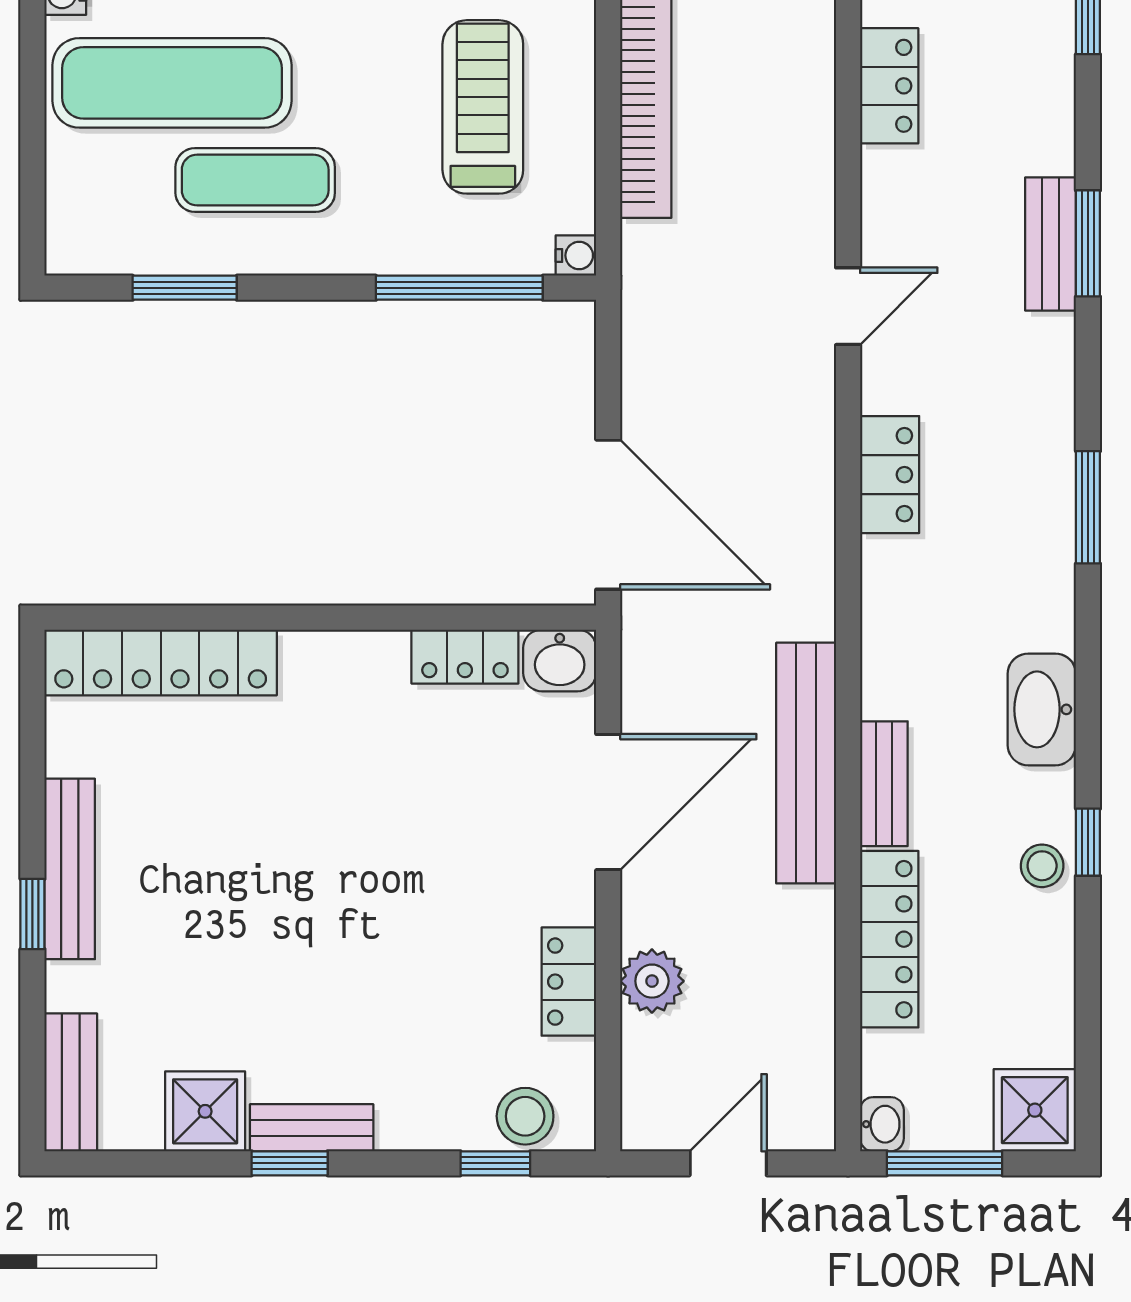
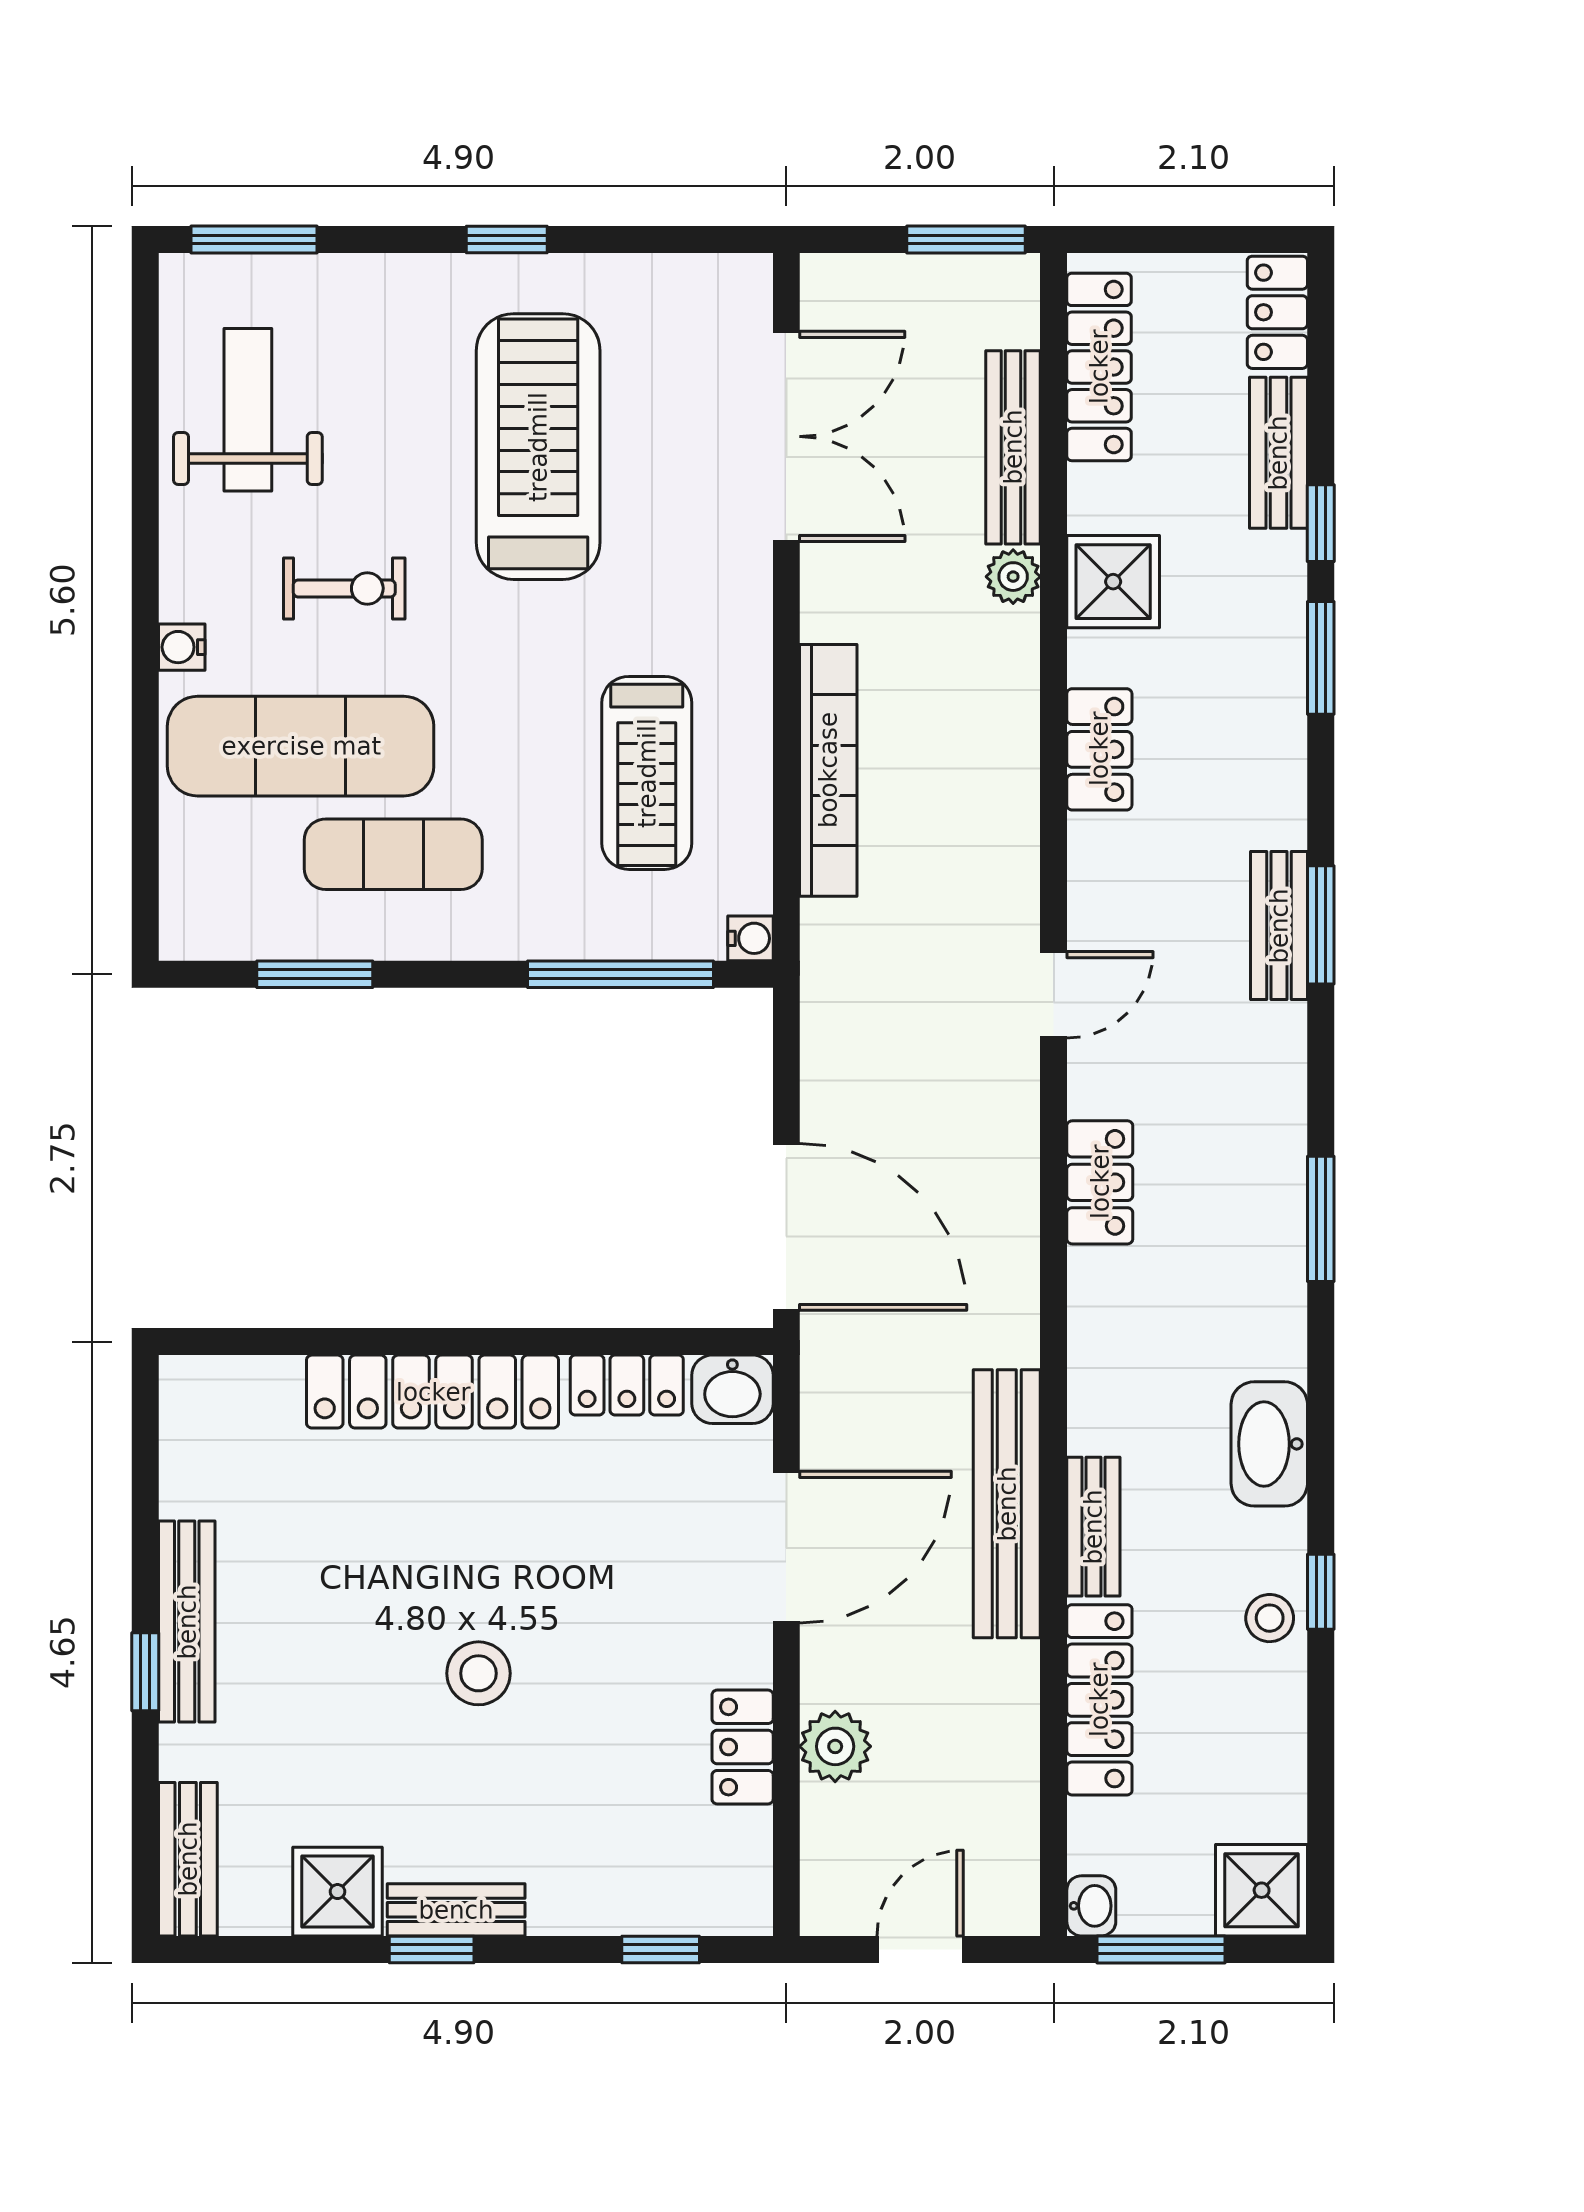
treadmill: (483, 107) -> (647, 773), turned 180
locker: (161, 662) -> (433, 1392), moved
stool: (525, 1116) -> (478, 1673), moved

